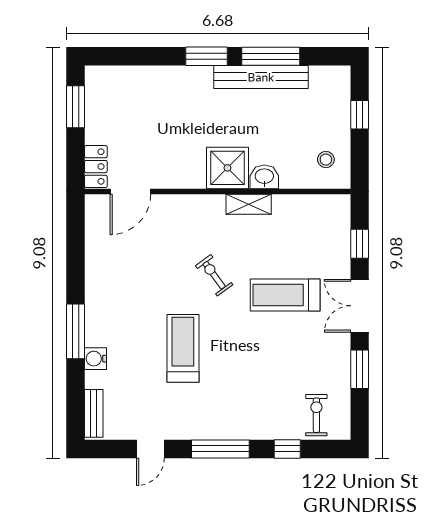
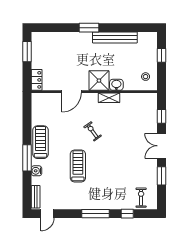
window: (271, 56) -> (119, 28), removed
door: (130, 192) -> (71, 92), moved
treadmill: (285, 295) -> (41, 142), moved, turned 90
door: (150, 449) -> (47, 214), moved

